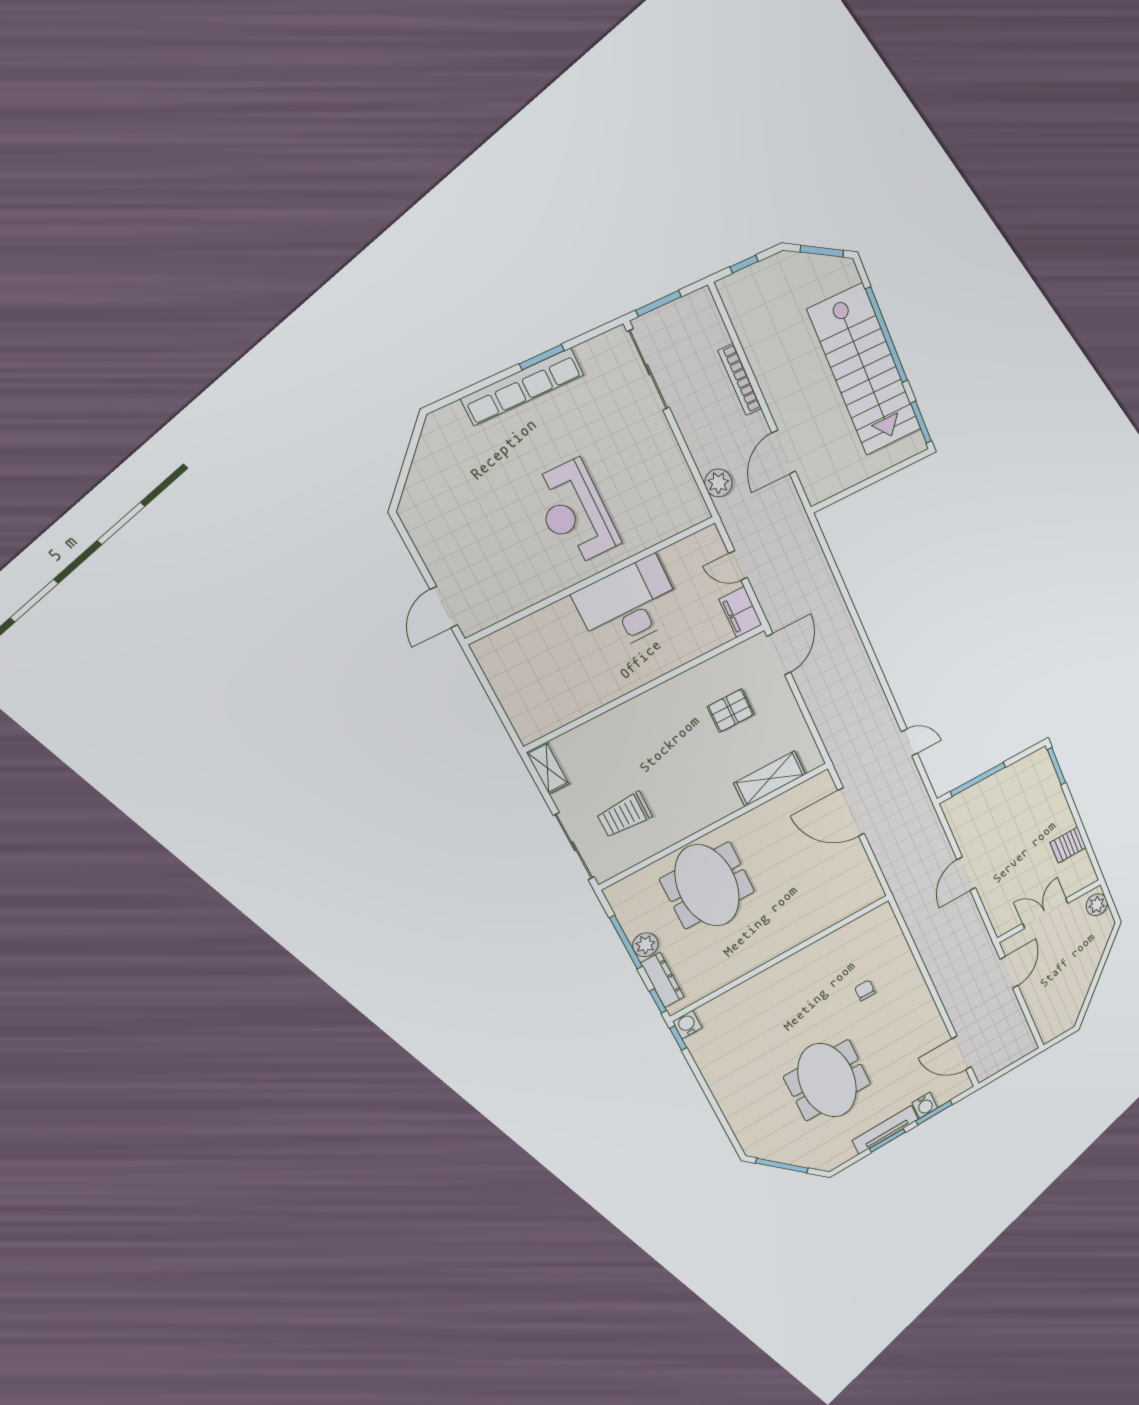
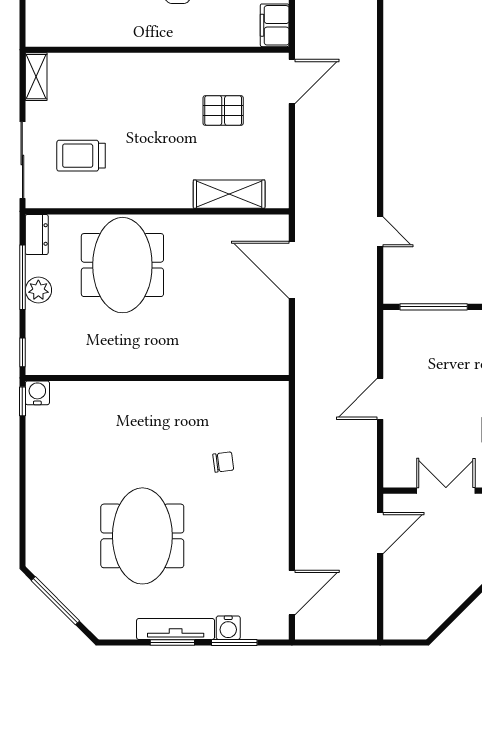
dresser: (662, 980) -> (37, 235), moved, width x0.70
chair: (865, 990) -> (223, 462), turned 83
door: (961, 1053) -> (292, 593), swing flipped

